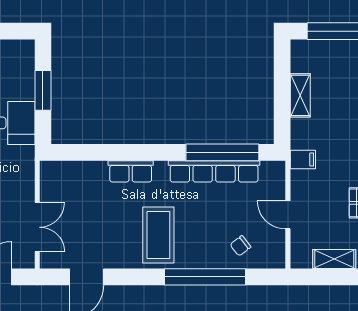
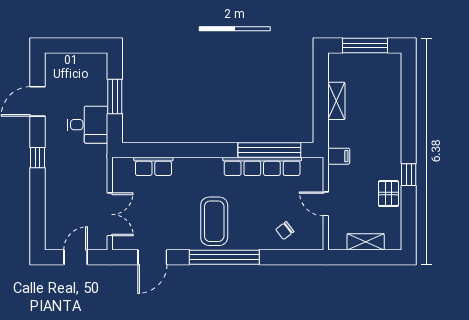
row of seats: (131, 171) -> (153, 166), moved
window: (205, 277) -> (224, 257), moved

